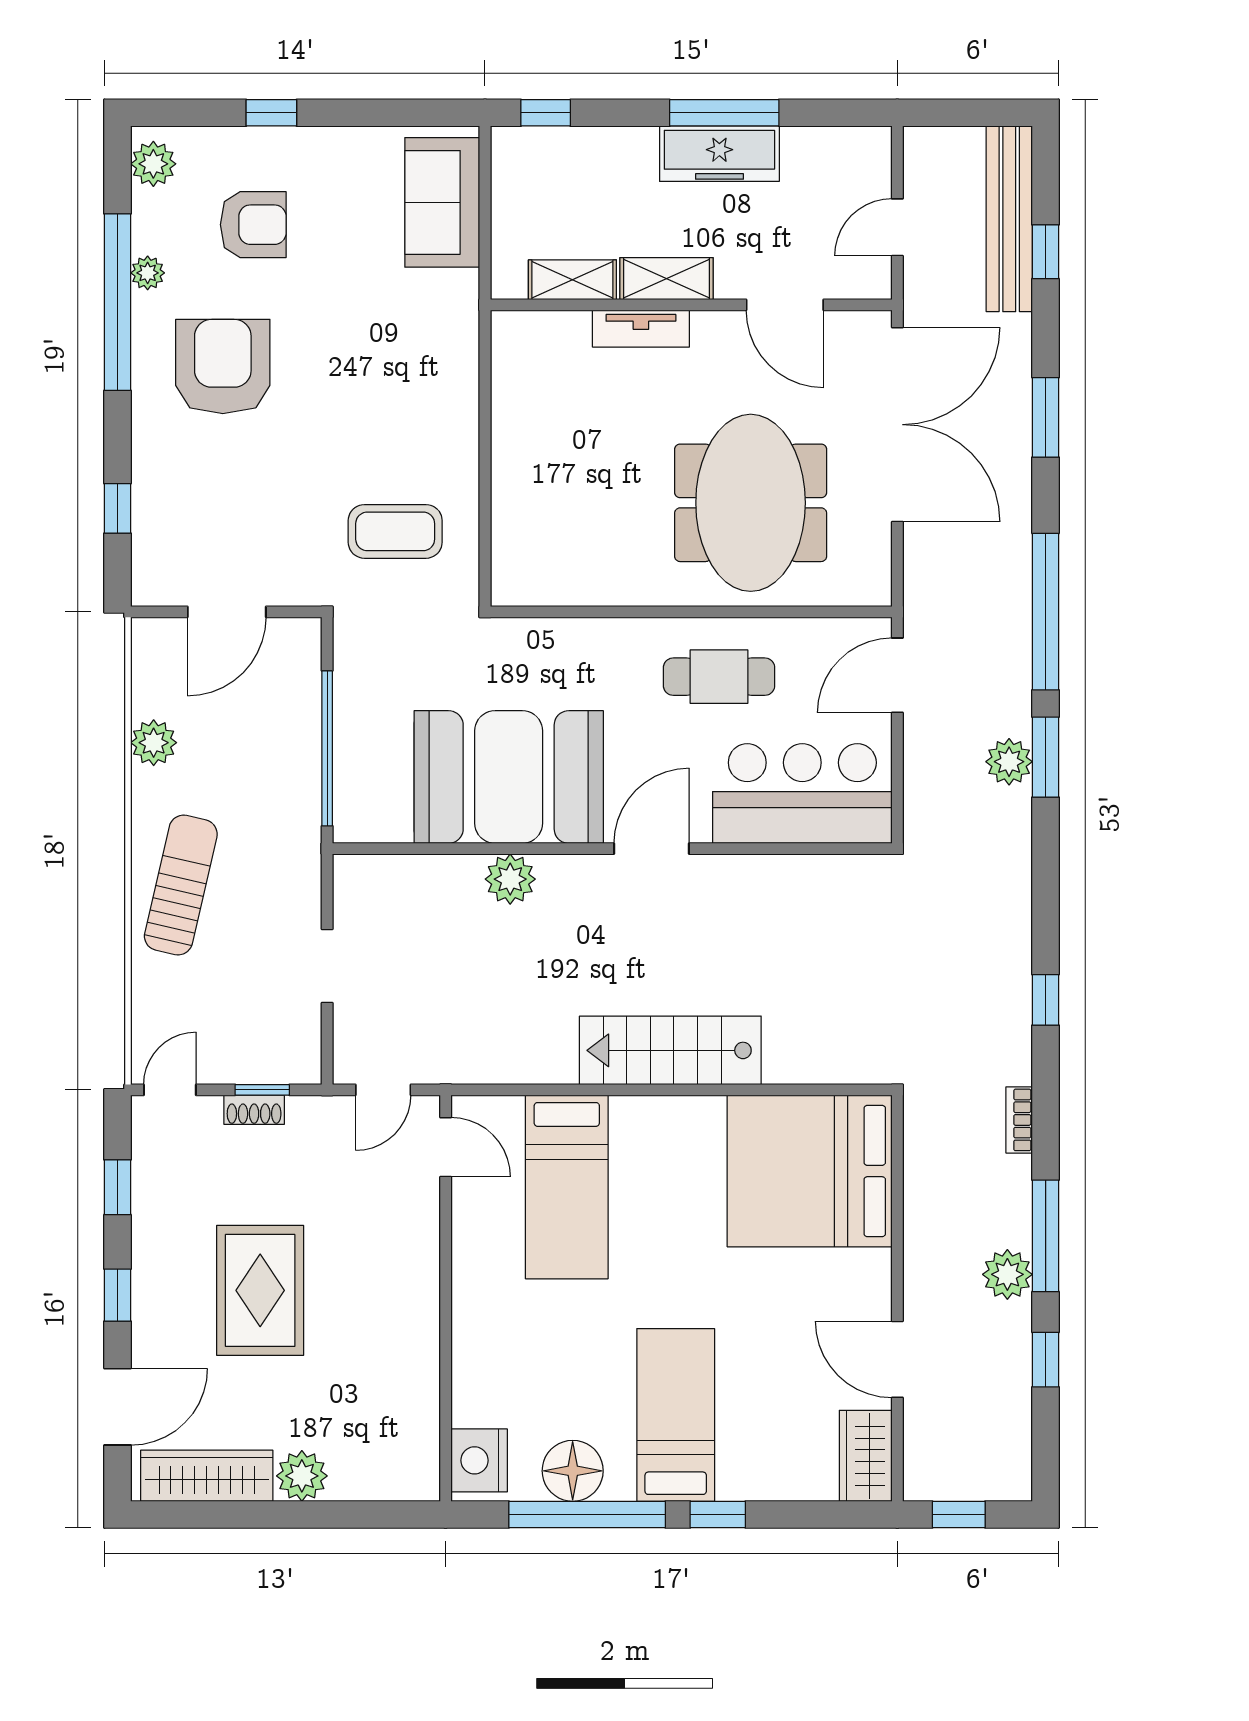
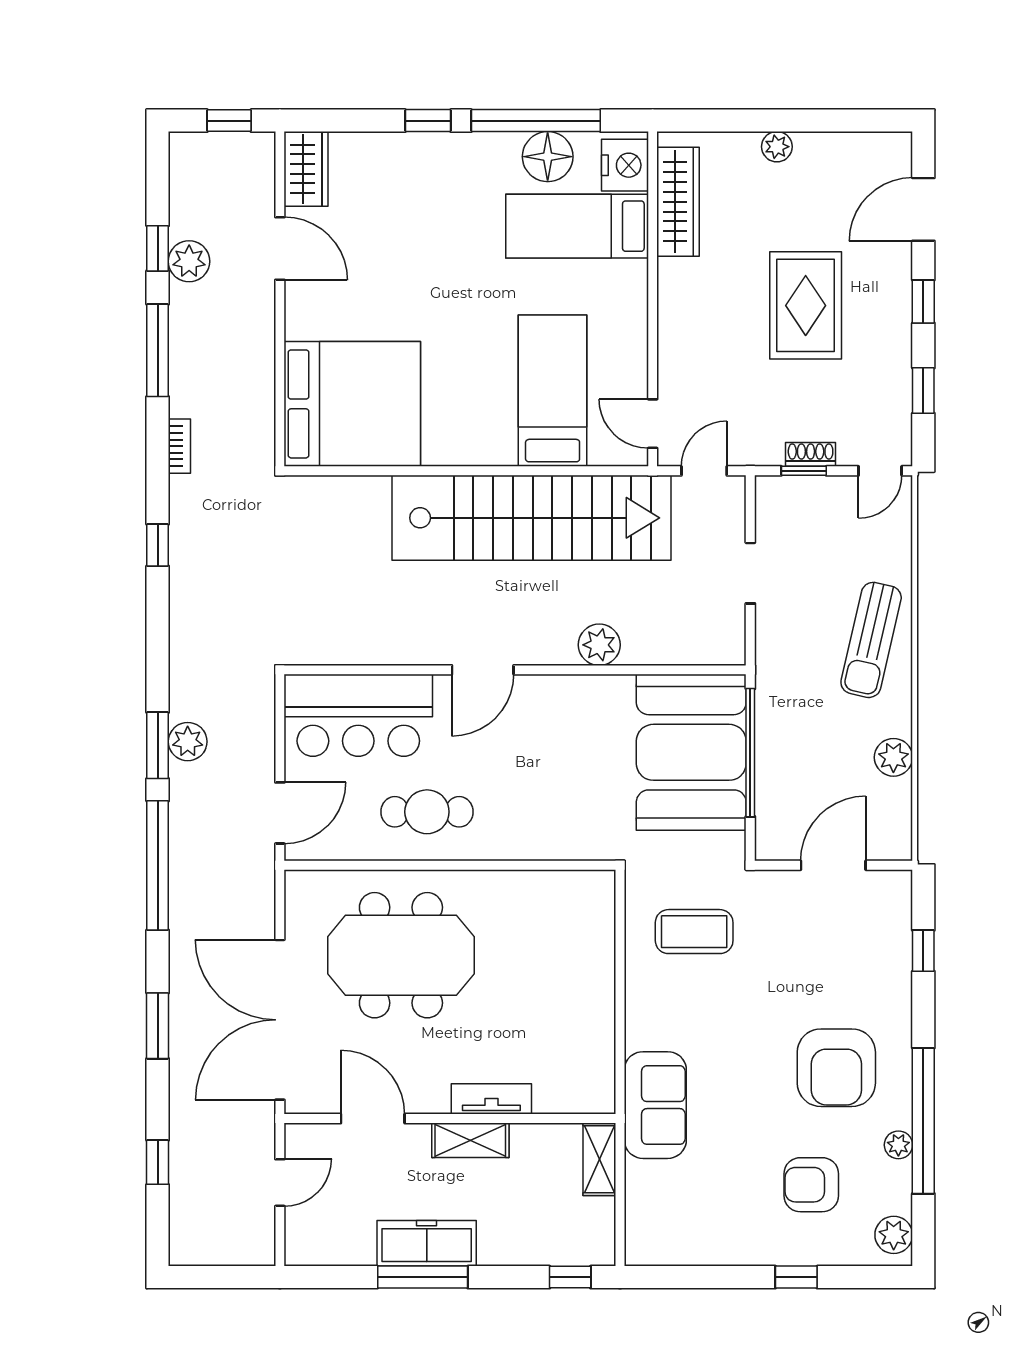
sofa: (442, 202) -> (655, 1105), moved
bench: (1009, 219) -> (188, 1190), removed
shelving: (572, 280) -> (599, 1159), moved, turned 90
meeting table: (751, 503) -> (401, 955), turned 90
booth: (509, 777) -> (691, 752), moved, turned 90
stairs: (670, 1050) -> (532, 518), width x1.86, depth x1.51
plant: (1007, 1274) -> (189, 261), moved
bed: (676, 1415) -> (577, 226), moved, turned 90
wardrobe: (207, 1476) -> (678, 202), moved, turned -90
plant: (302, 1476) -> (777, 147), width x0.73, depth x0.73

